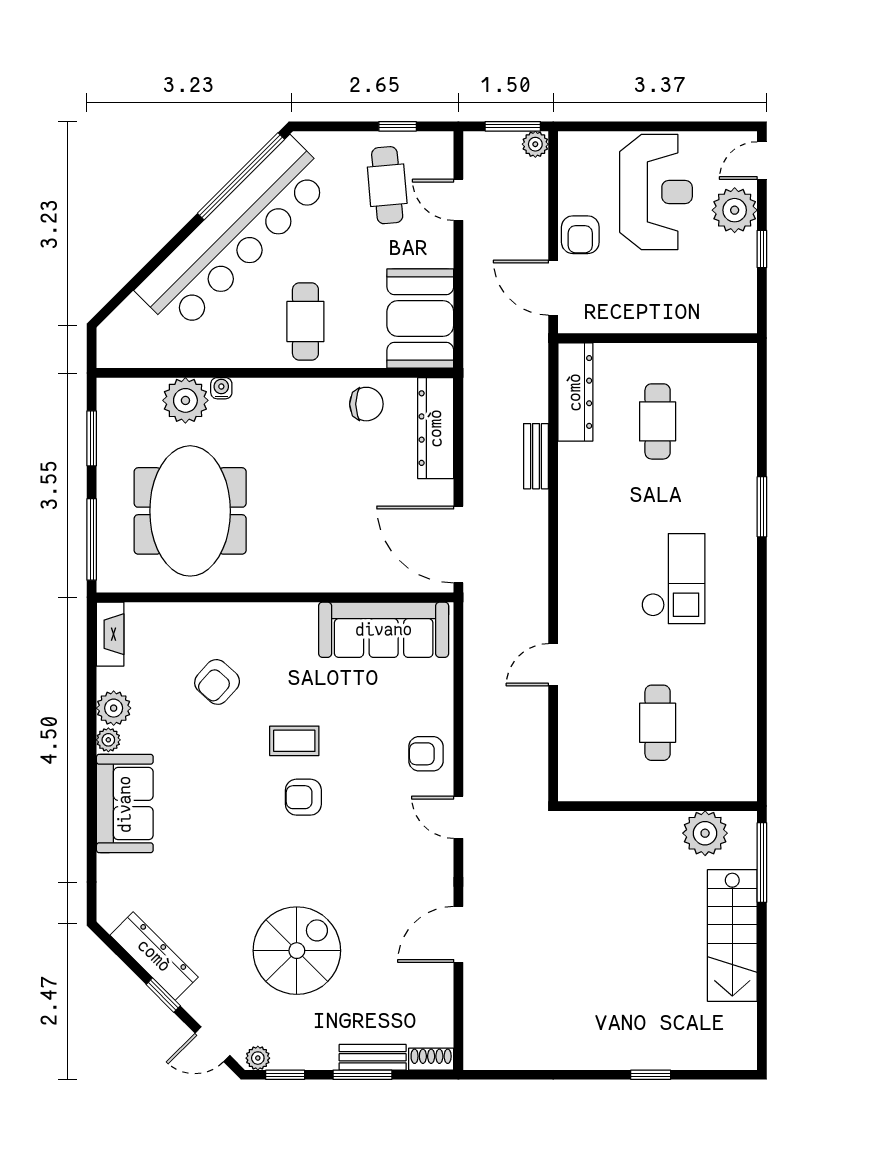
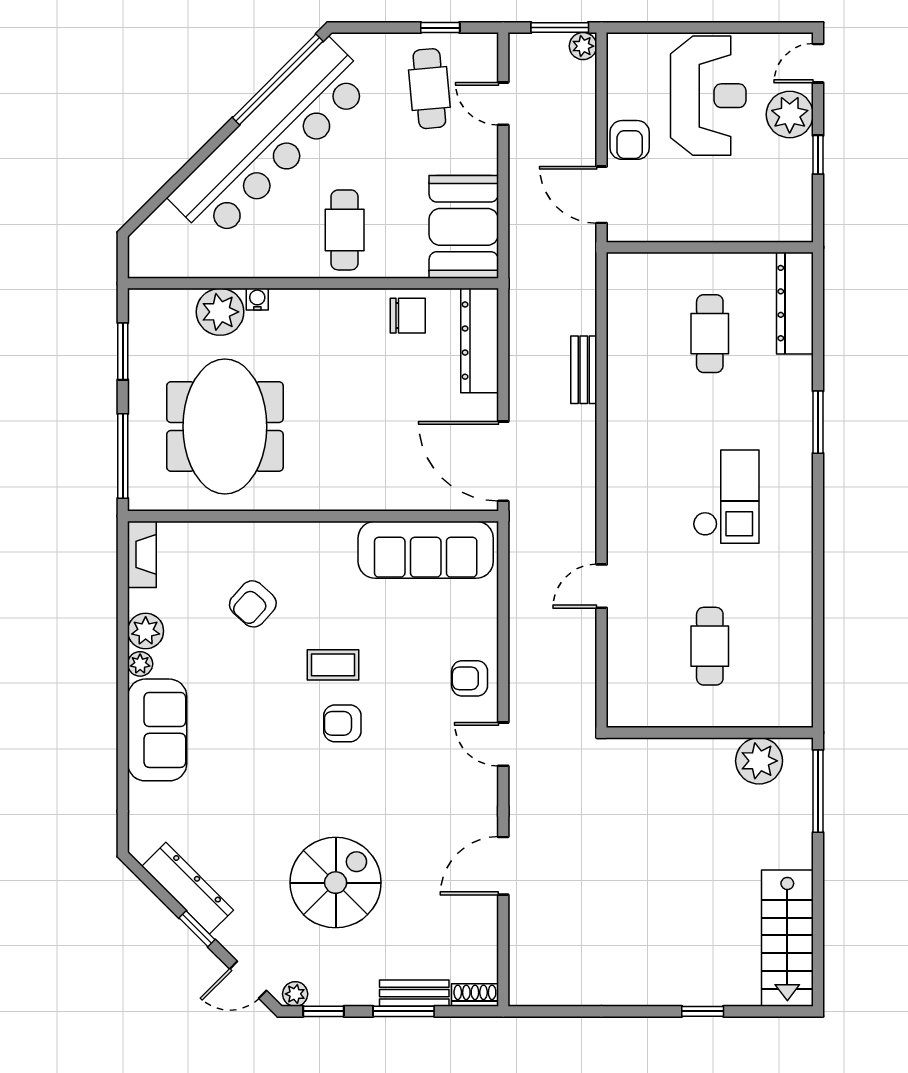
dresser: (575, 392) -> (795, 303), moved, turned 180
stairs: (732, 935) -> (787, 938), moved

